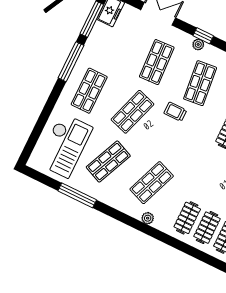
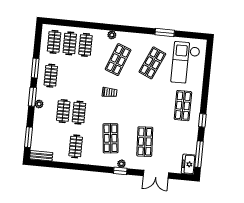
window: (71, 62) -> (202, 120), width x0.46
shop shelf: (132, 112) -> (149, 102), removed
trolley: (175, 112) -> (110, 92), moved
window: (77, 195) -> (165, 32), width x0.69

